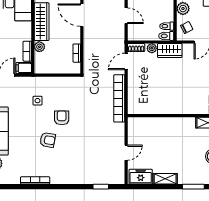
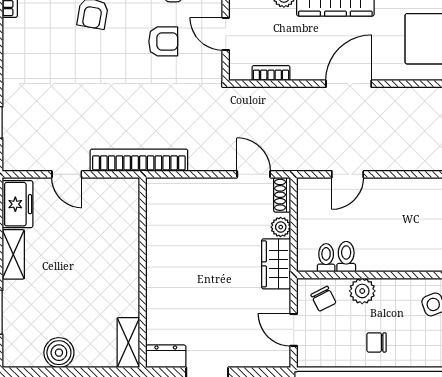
toilet: (166, 36) -> (346, 257), moved
door: (58, 75) -> (226, 34), added
bookcase: (119, 98) -> (139, 160), moved
armchair: (62, 118) -> (163, 41), moved

